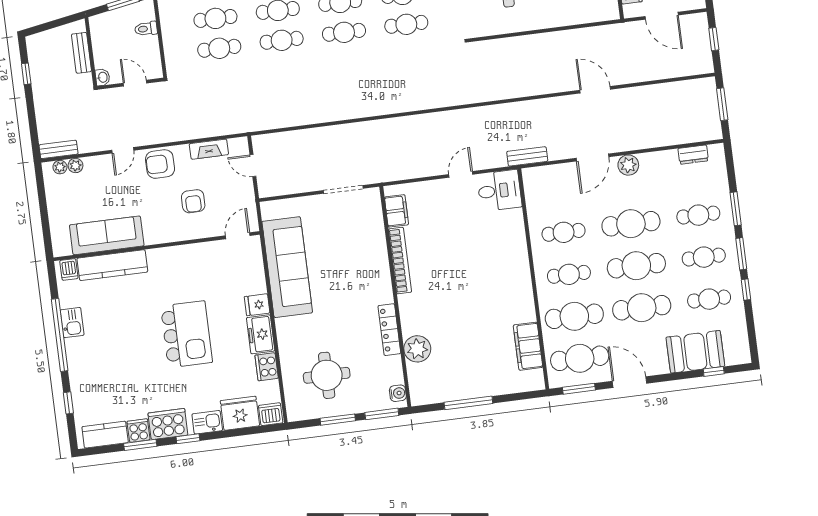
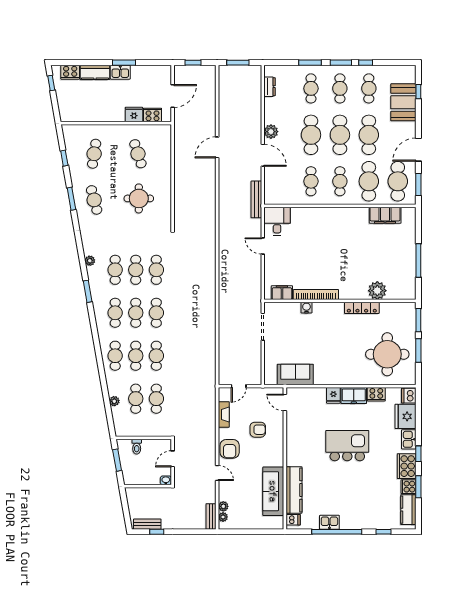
bench: (81, 53) -> (147, 524), moved
bench: (527, 156) -> (256, 199), width x1.36
sofa: (287, 267) -> (295, 374), width x0.54, depth x0.79
round table: (327, 375) -> (387, 354), width x1.36, depth x1.36
water cooler: (398, 393) -> (306, 308), moved

